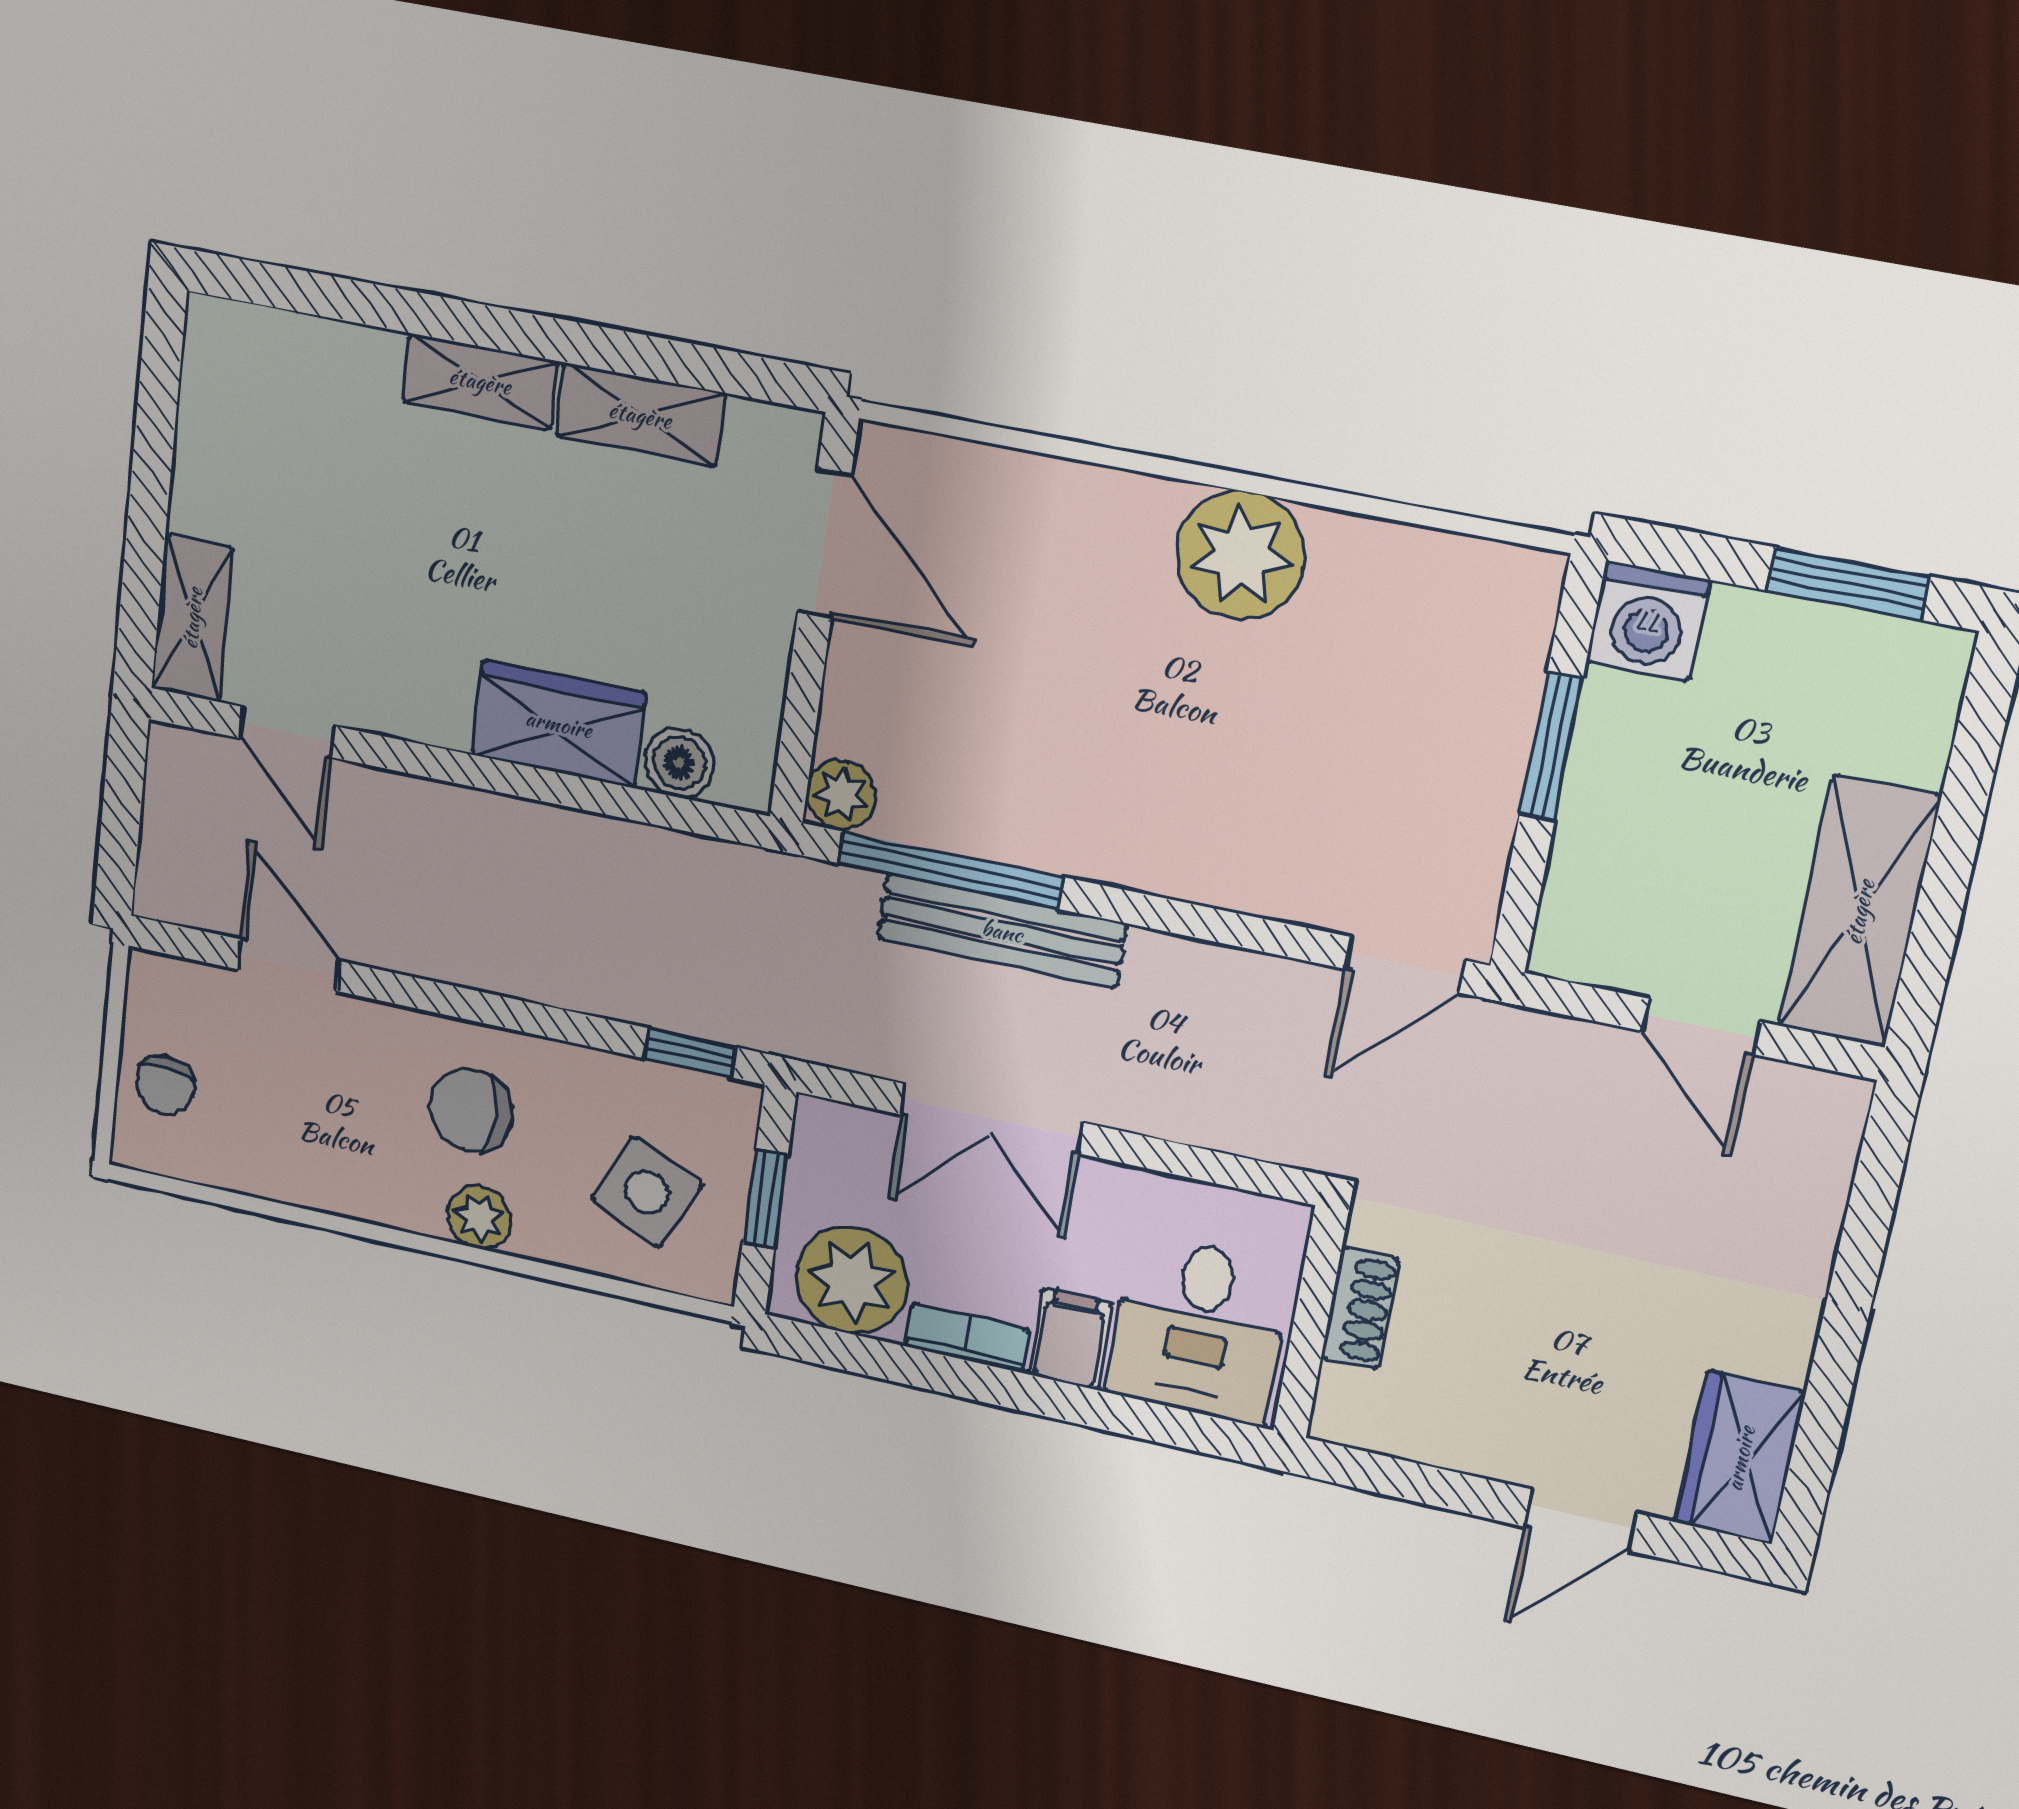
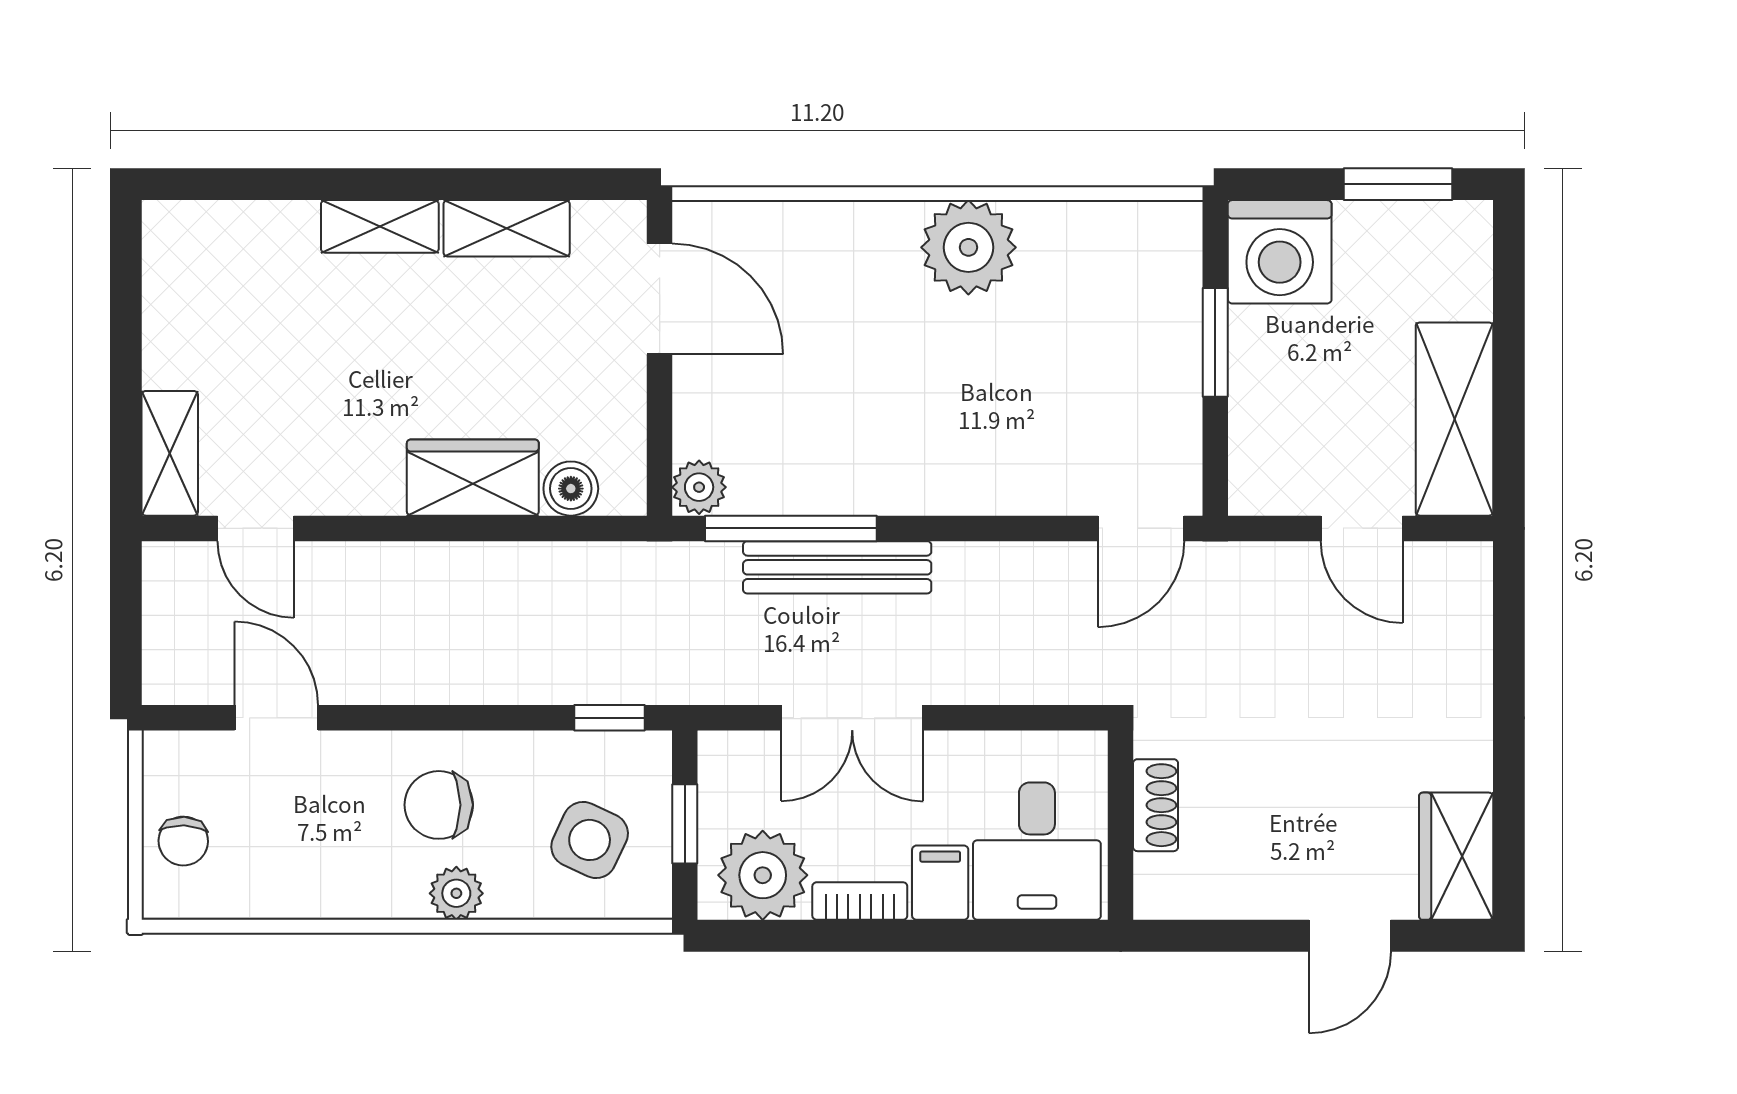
washing machine: (1648, 621) -> (1280, 252), width x1.37, depth x1.37

